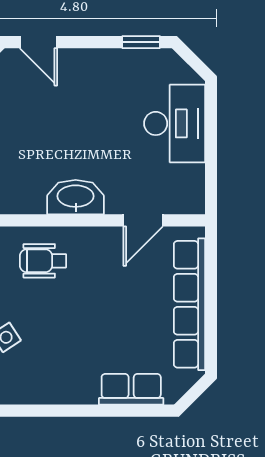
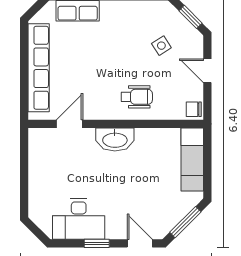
window: (141, 42) -> (97, 243), moved
desk: (175, 123) -> (79, 219), moved, turned -90

